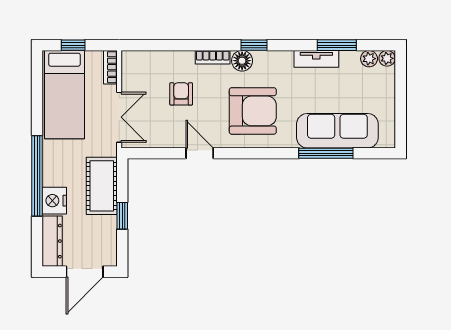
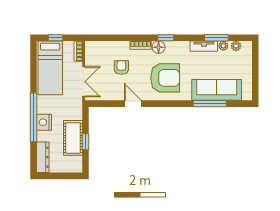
plant: (387, 58) -> (223, 46), moved
cot: (102, 186) -> (73, 138), moved
nightstand: (54, 201) -> (44, 122), moved
door: (85, 272) -> (63, 176), removed

